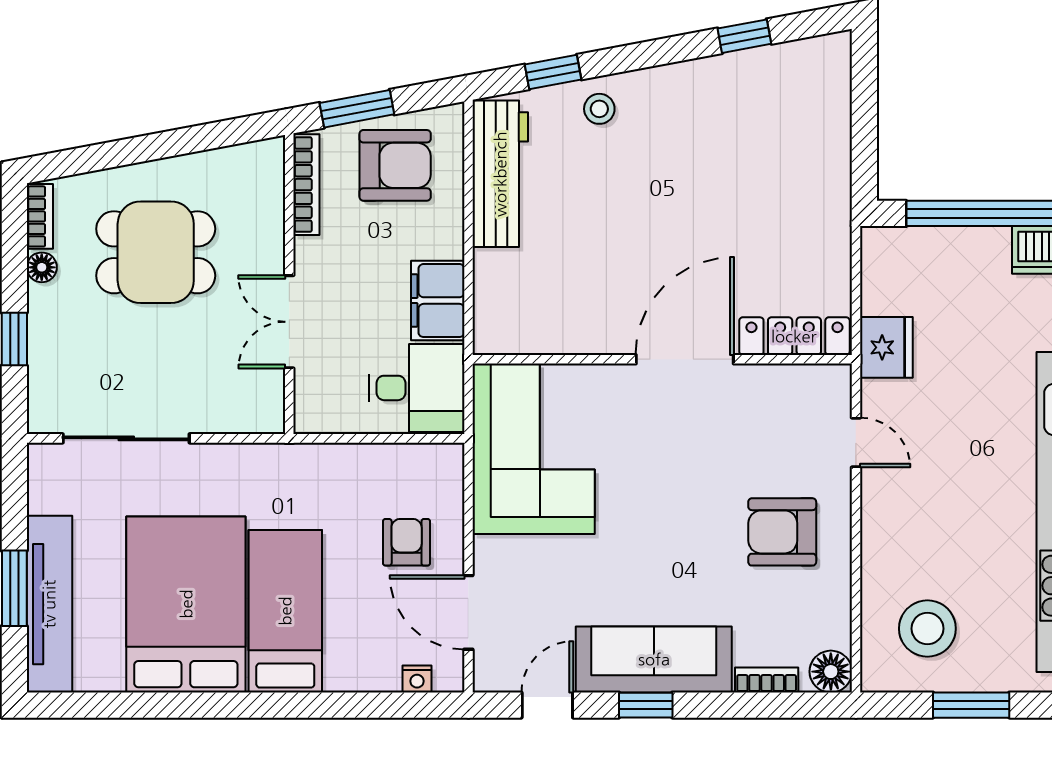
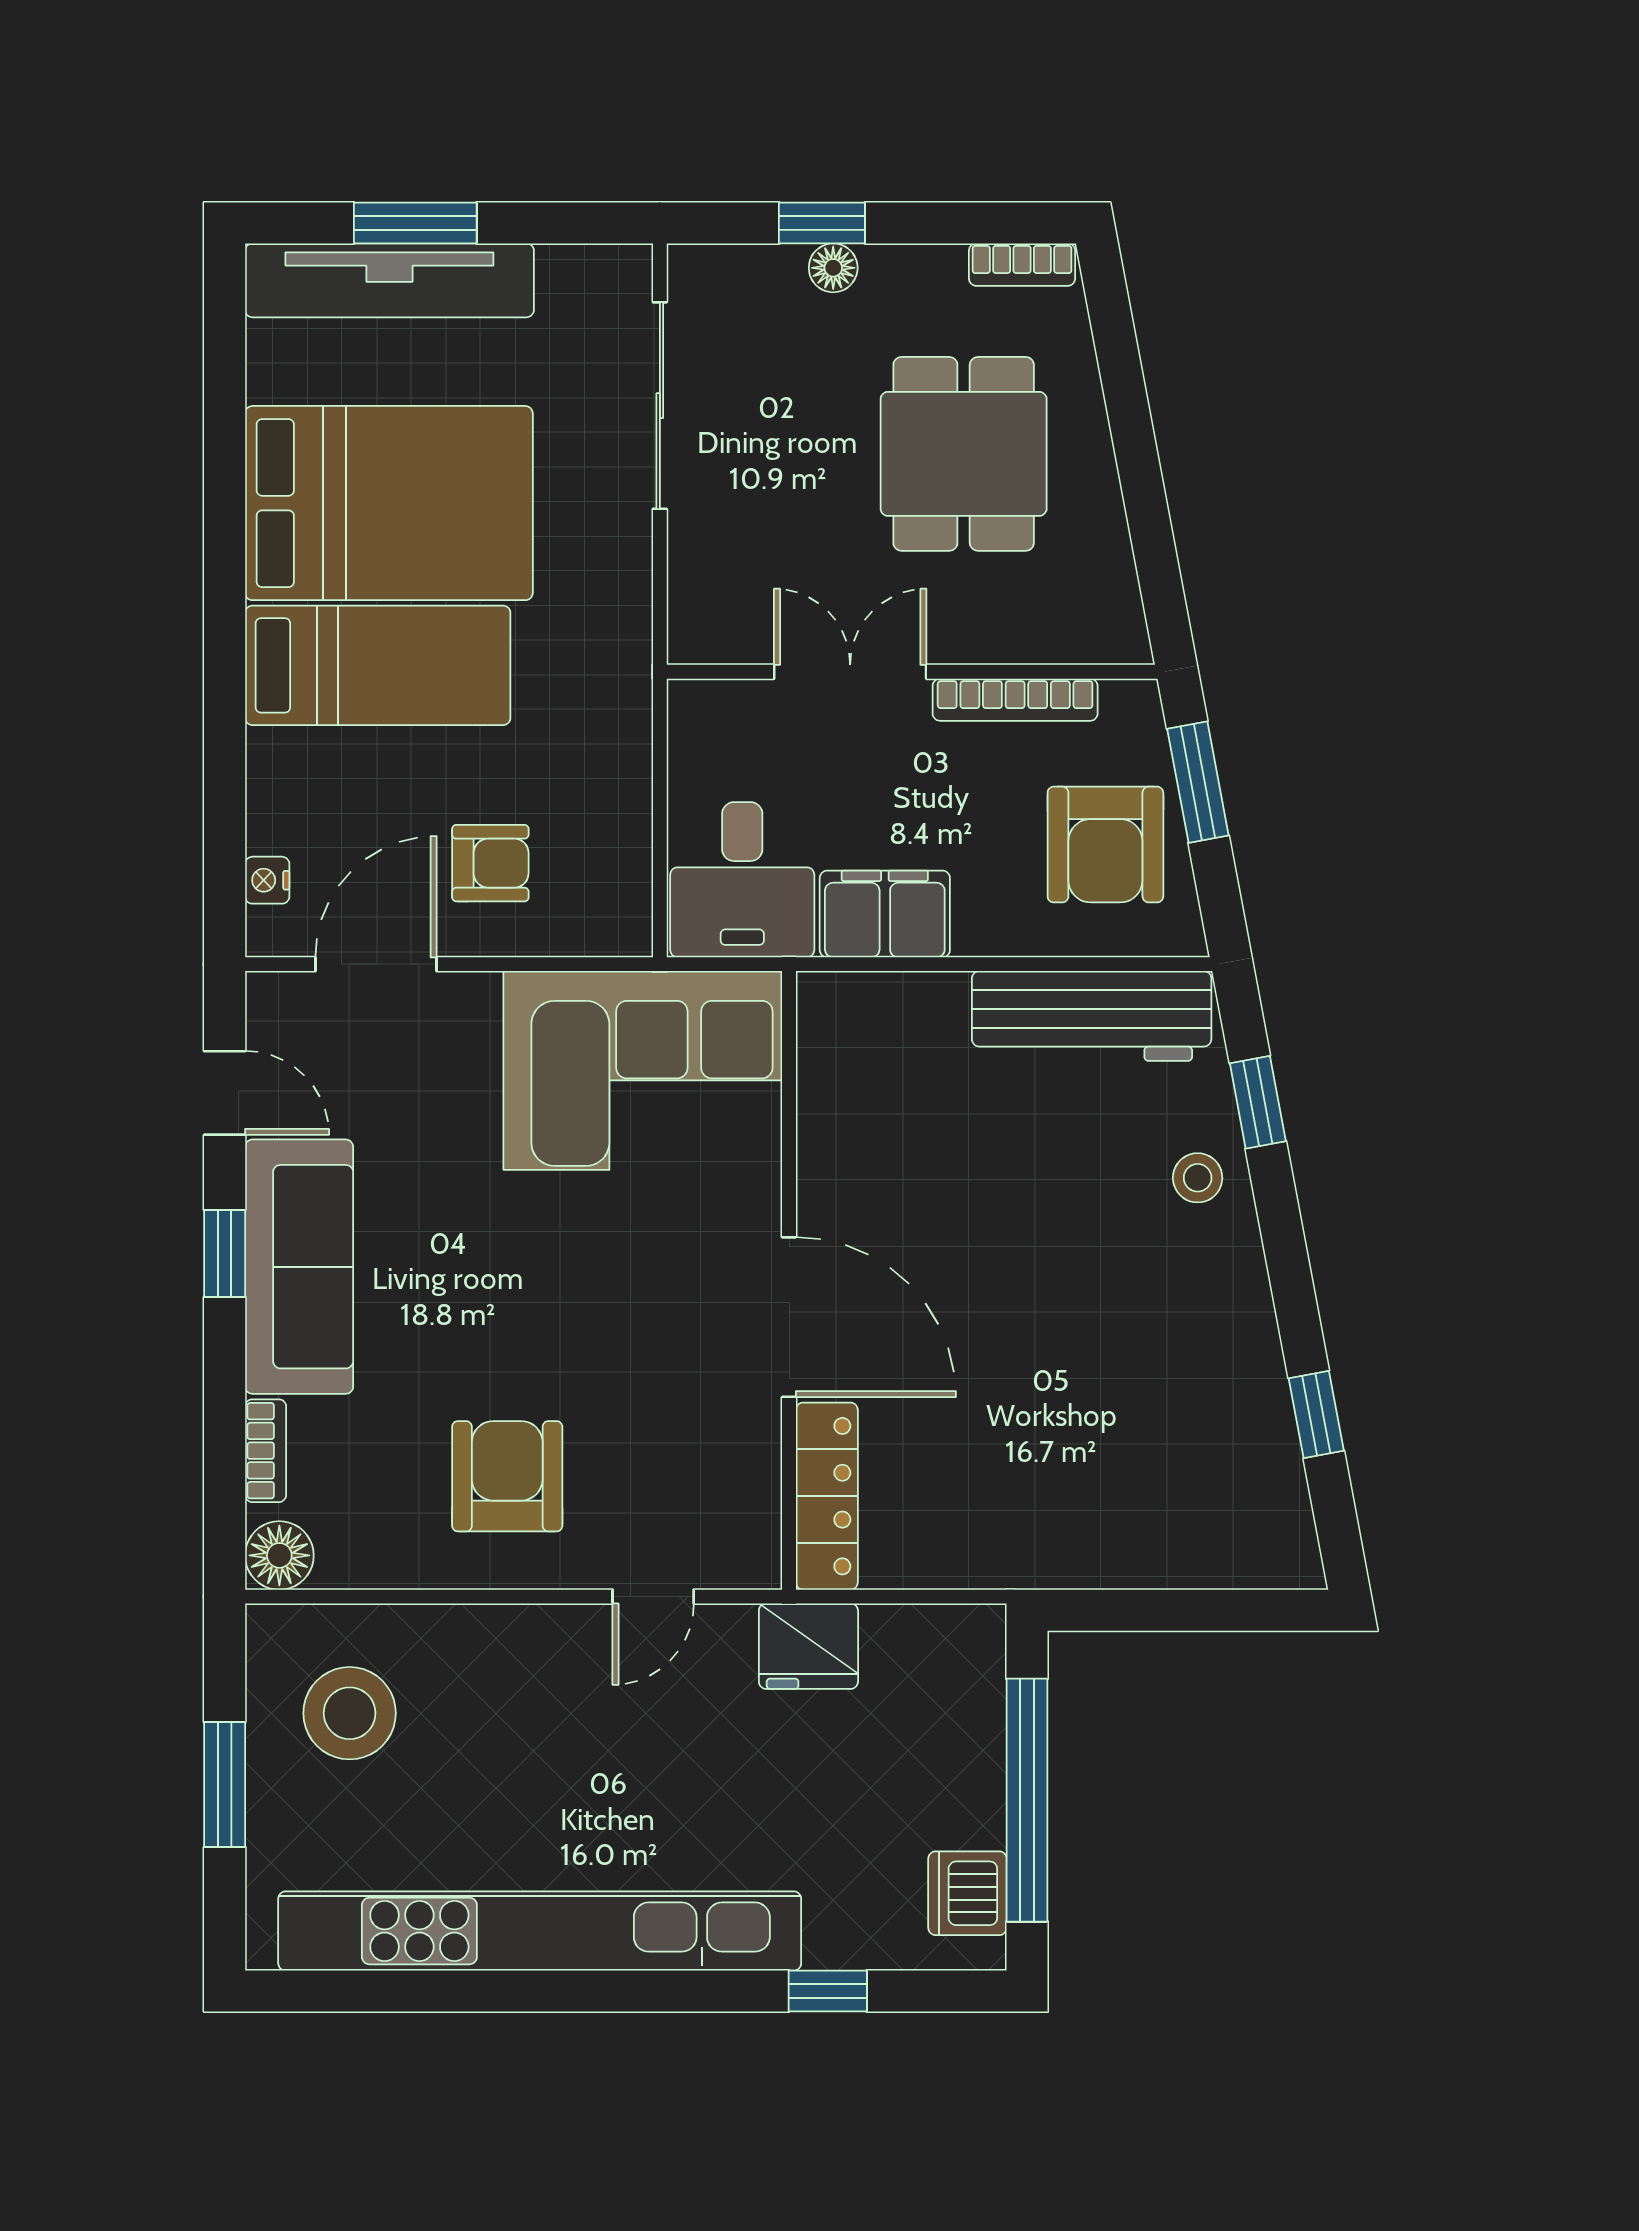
bookcase: (306, 185) -> (1015, 700), moved
floor lamp: (42, 267) -> (833, 268), moved

